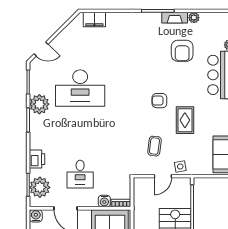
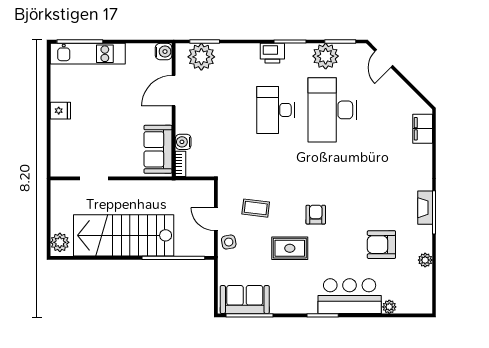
fireplace: (175, 18) -> (425, 208), moved
plant: (39, 104) -> (326, 56), moved
printer: (37, 159) -> (272, 53), moved
desk: (80, 174) -> (275, 110), moved, width x1.37

